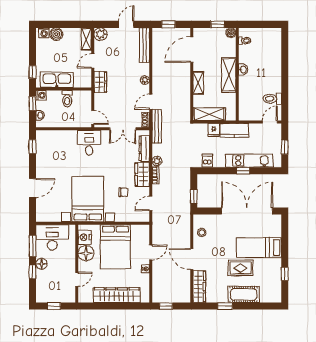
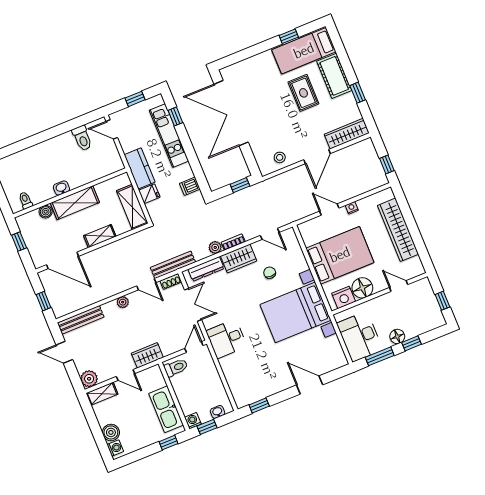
boiler: (231, 33) -> (46, 212), moved
toilet: (67, 99) -> (176, 368), moved
window: (243, 171) -> (175, 116), moved
bed: (259, 248) -> (304, 51), moved, turned 90

